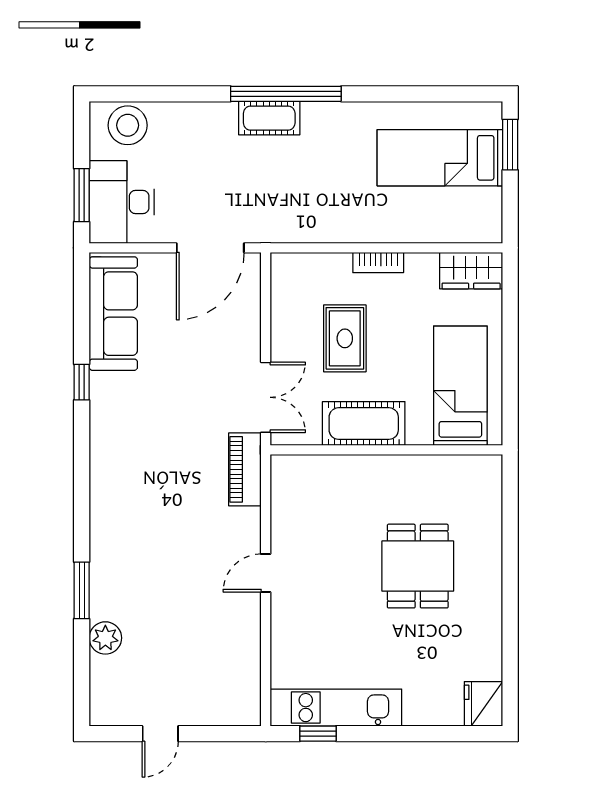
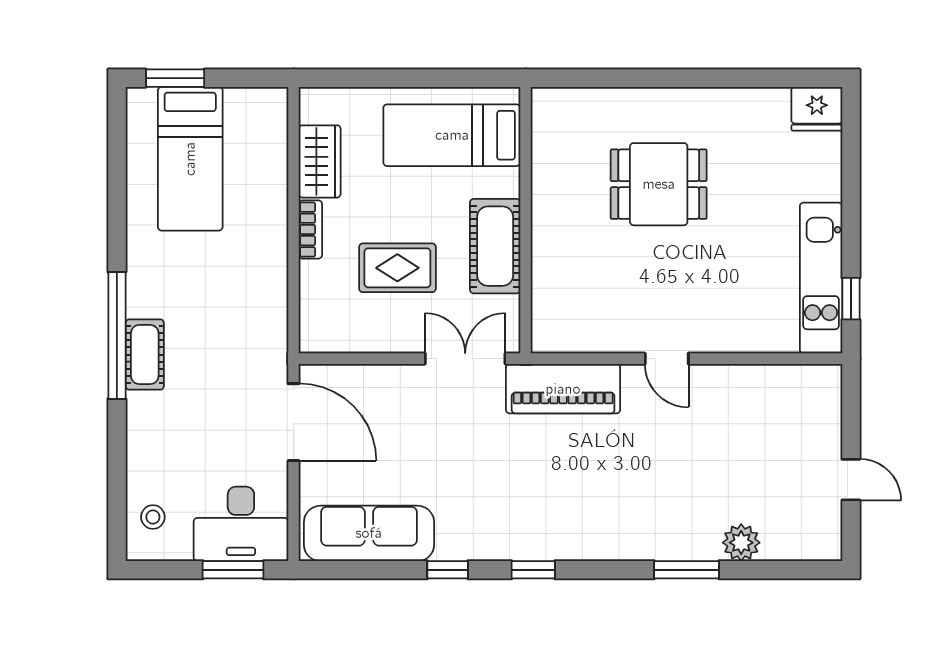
stool: (128, 125) -> (153, 517), width x0.53, depth x0.53
wardrobe: (471, 271) -> (320, 161), moved
window: (82, 457) -> (533, 570), added
piano: (245, 469) -> (563, 389), width x1.37, depth x1.33

